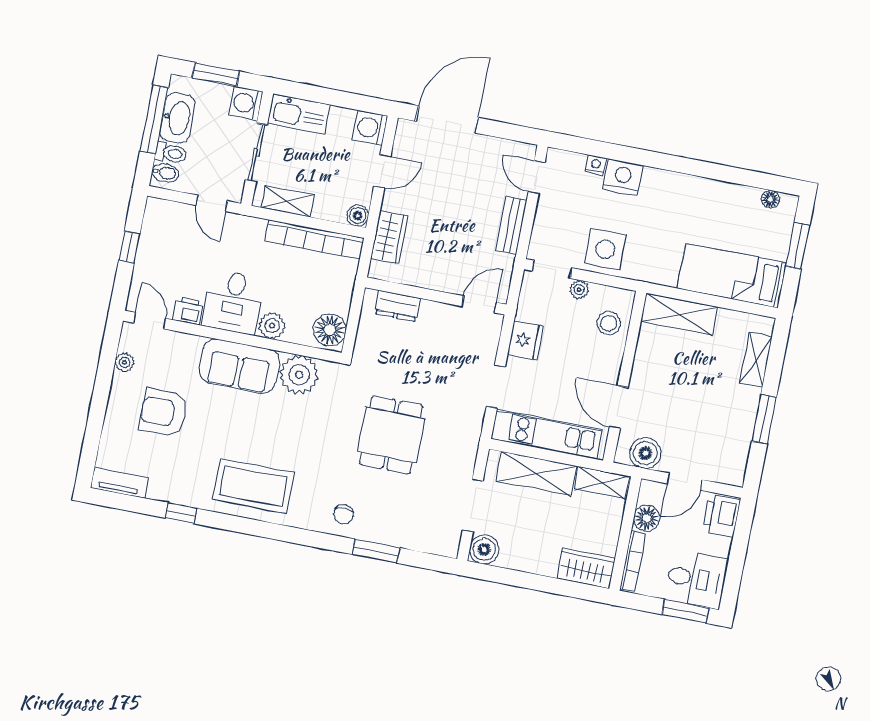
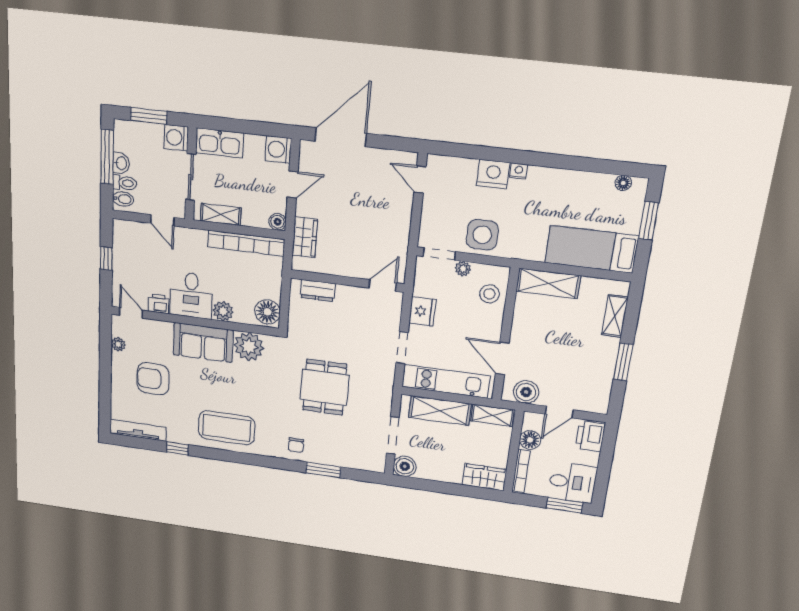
washbasin: (177, 118) -> (121, 163), width x0.52, depth x0.69
nightstand: (596, 165) -> (519, 171), moved
bench: (511, 226) -> (403, 221), removed
tv unit: (119, 483) -> (138, 430), width x1.41

